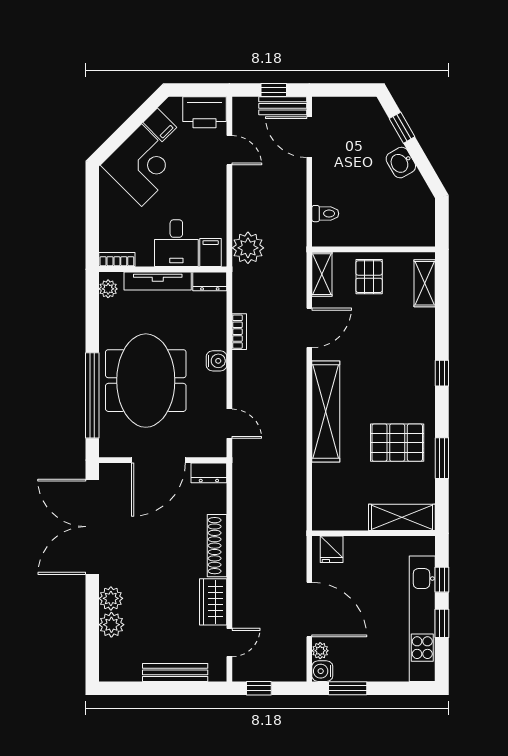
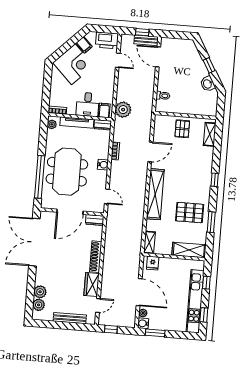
window: (402, 128) -> (209, 65), moved
washbasin: (401, 163) -> (208, 84), moved
shelving: (322, 274) -> (149, 242), moved
plant: (111, 598) -> (39, 305), moved
window: (442, 623) -> (204, 315), moved

